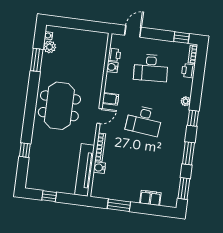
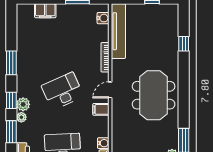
plant: (182, 113) -> (23, 104), added
desk: (144, 121) -> (63, 91), turned -30
water cooler: (99, 168) -> (103, 18), moved
window: (184, 189) -> (11, 132), moved

